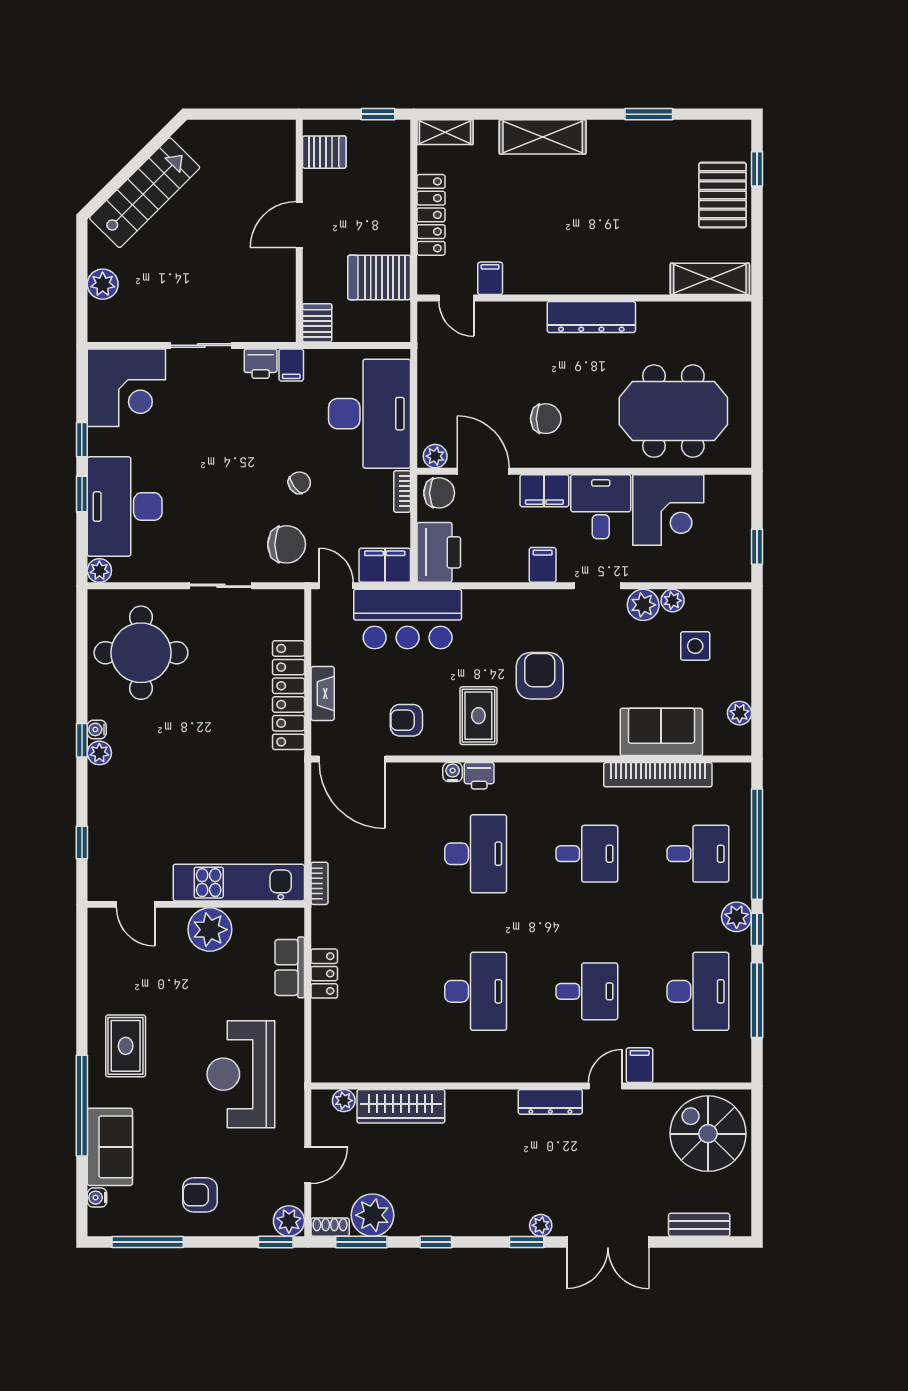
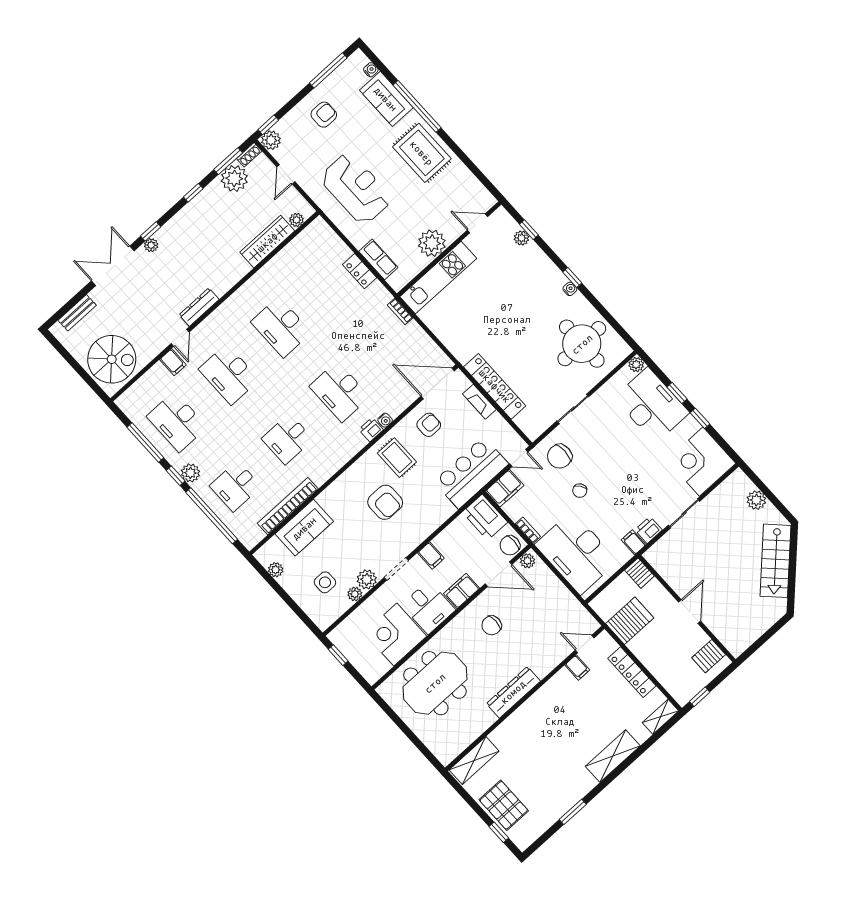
plant: (99, 753) -> (522, 238), moved
desk: (587, 991) -> (229, 374), width x1.37
rug: (126, 1046) -> (422, 153), width x1.36, depth x1.43

